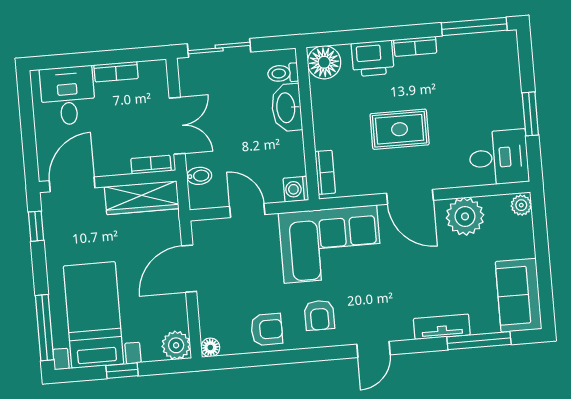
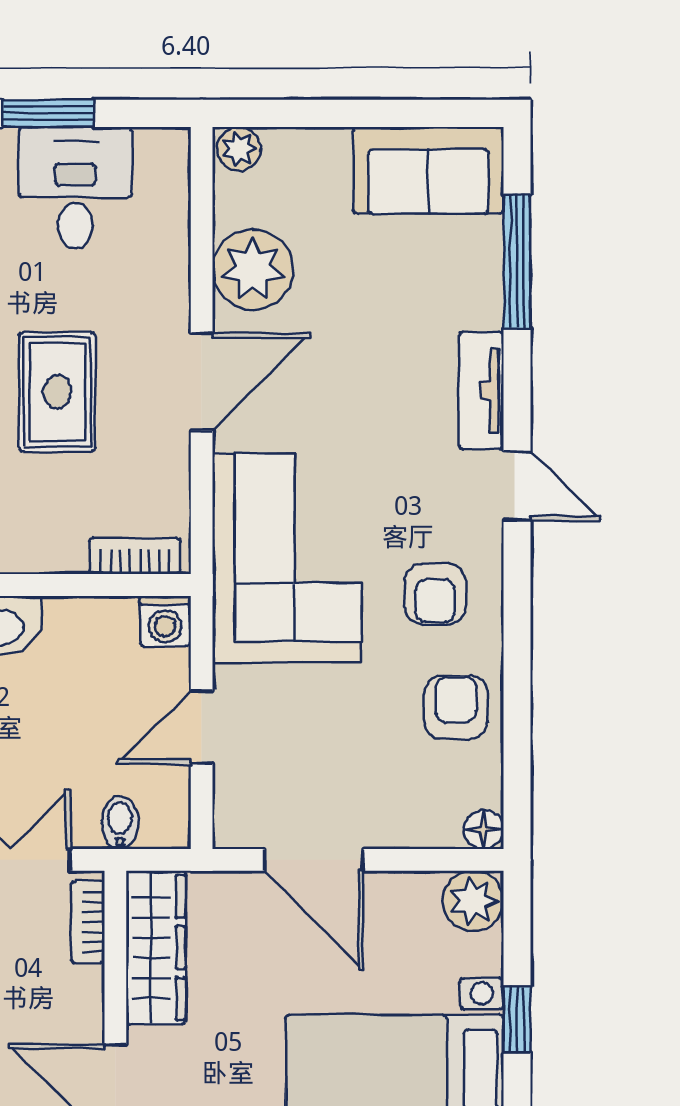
desk: (499, 157) -> (75, 188), moved
armchair: (319, 315) -> (435, 594), turned 90
tv unit: (442, 327) -> (481, 391), moved

